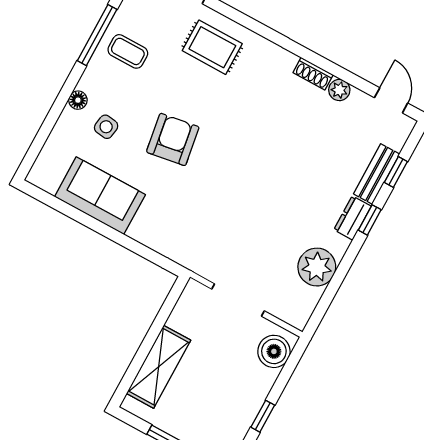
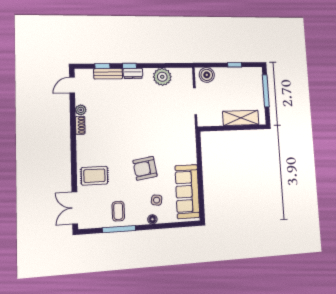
rug: (212, 47) -> (94, 176), turned 90
sofa: (100, 196) -> (187, 192), width x1.36

